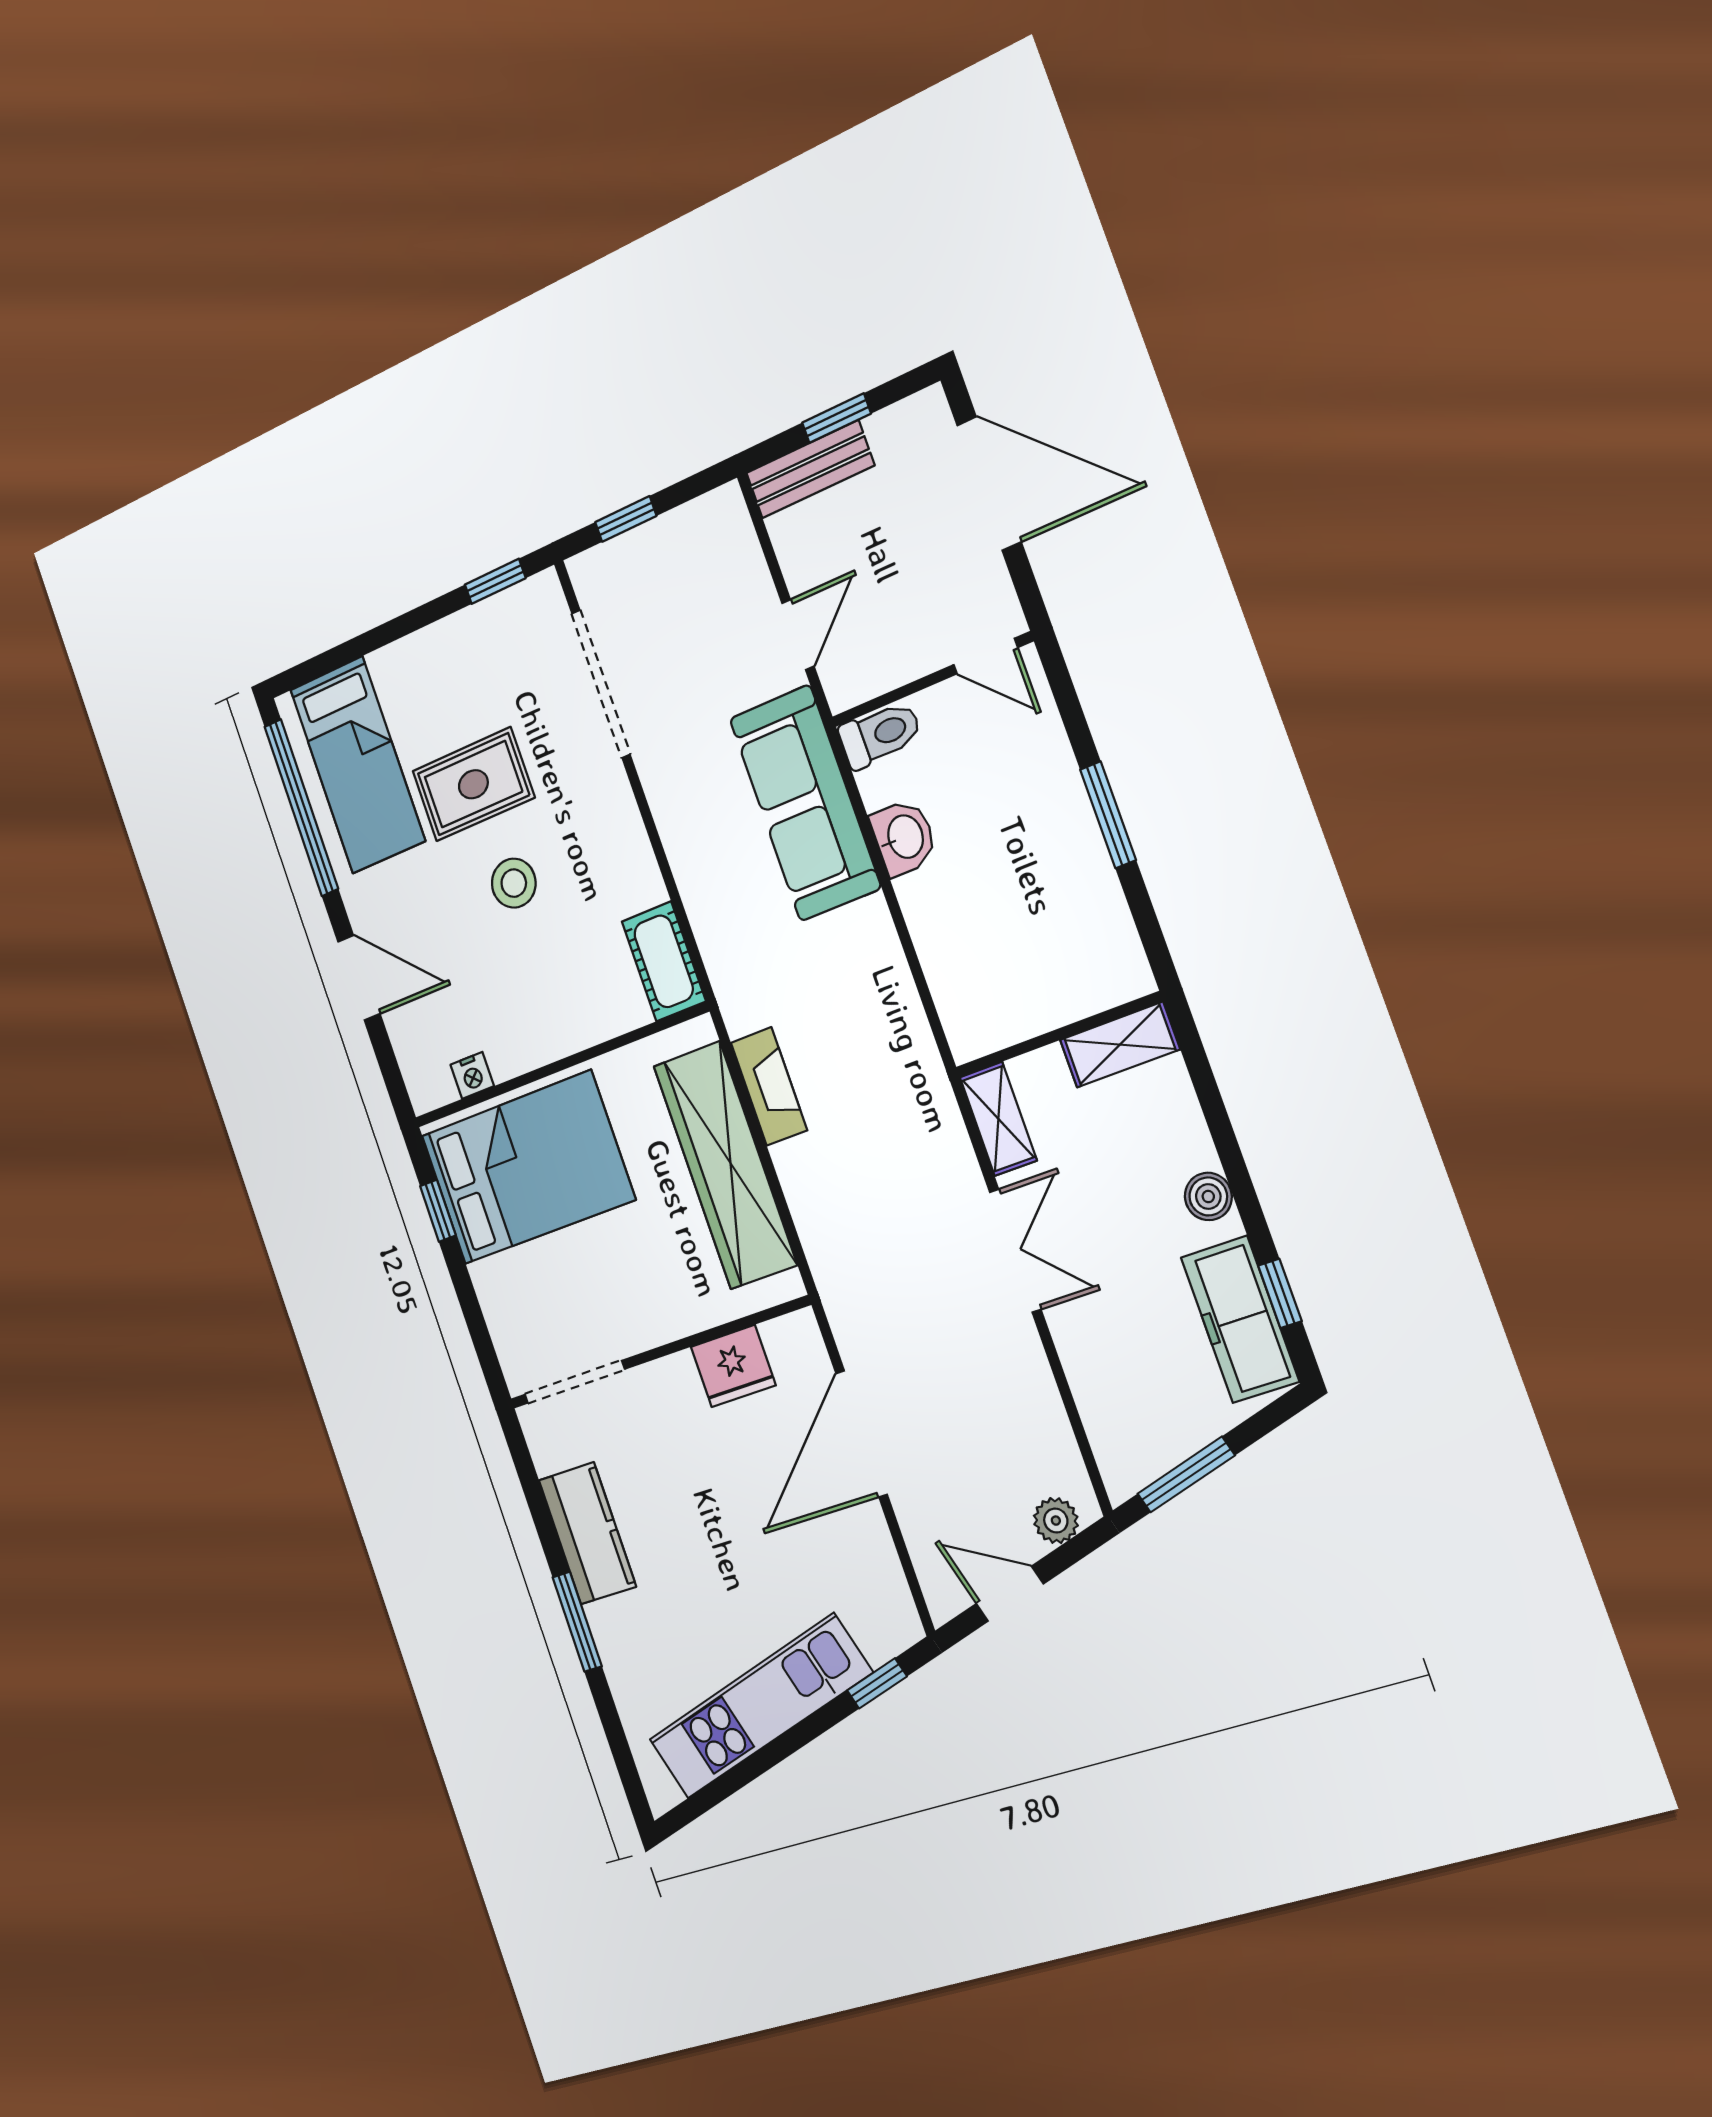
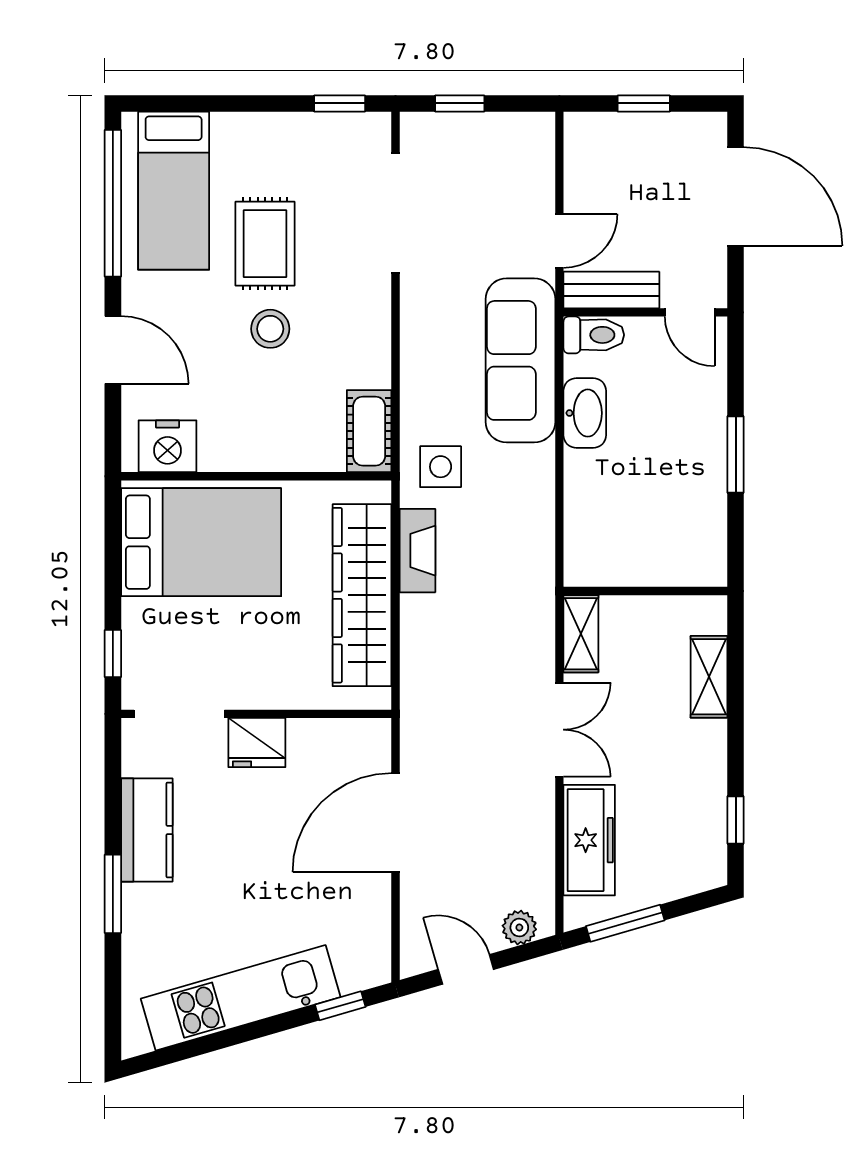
bench: (810, 469) -> (611, 290), moved
rug: (473, 784) -> (265, 244), turned 90
washbasin: (904, 837) -> (585, 413), width x1.38
side table: (759, 972) -> (441, 467), added
shelving: (1120, 1045) -> (709, 677), moved, turned 90
nightstand: (472, 1075) -> (168, 446), width x1.89, depth x1.79
boiler: (1208, 1196) -> (710, 738), removed
window: (438, 1211) -> (113, 654), moved
freezer: (1240, 1319) -> (589, 840), moved, turned 180
fridge: (733, 1366) -> (257, 743), moved

